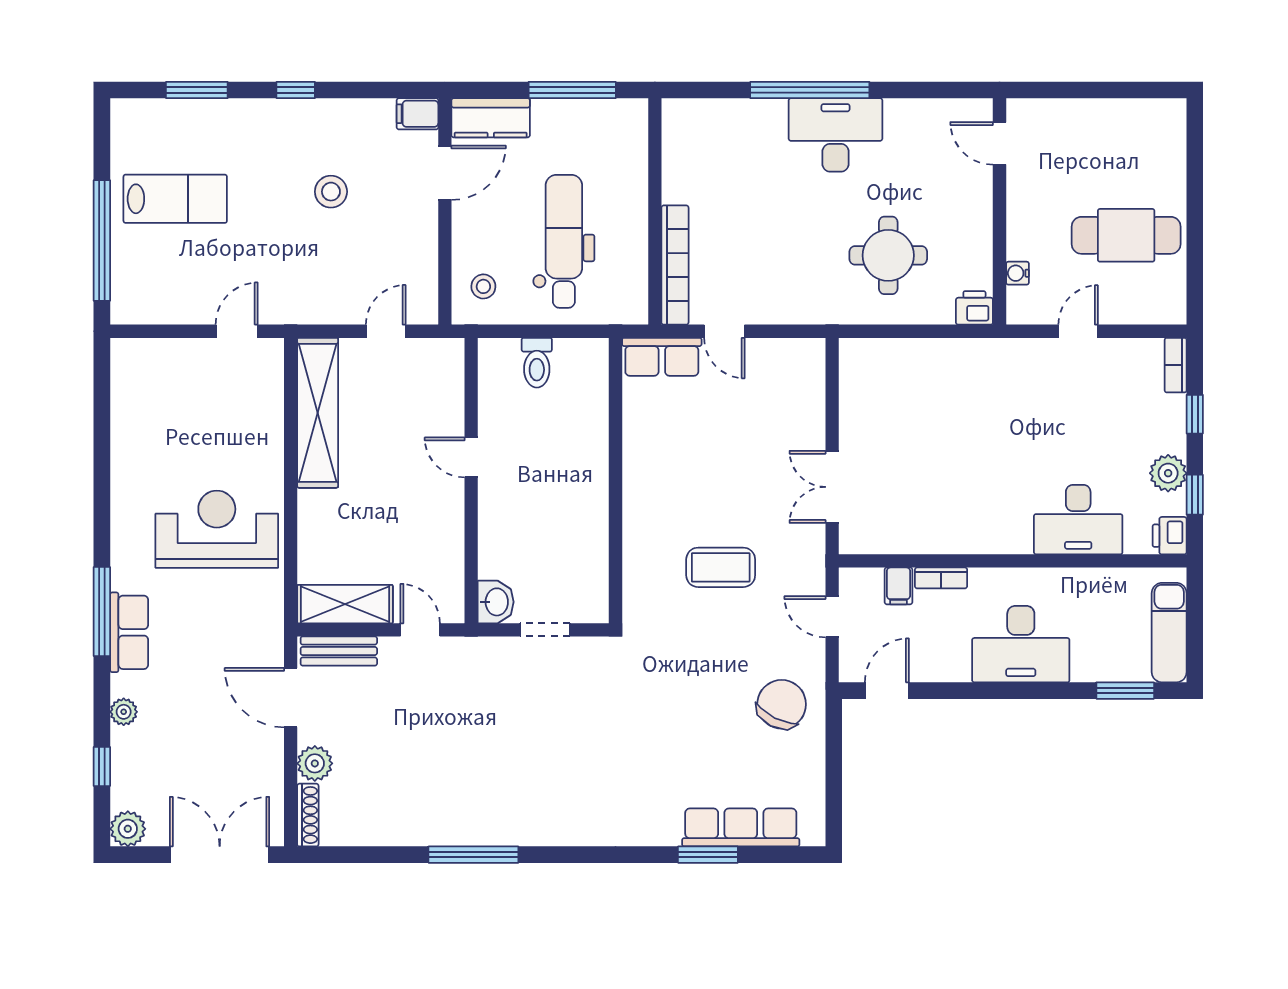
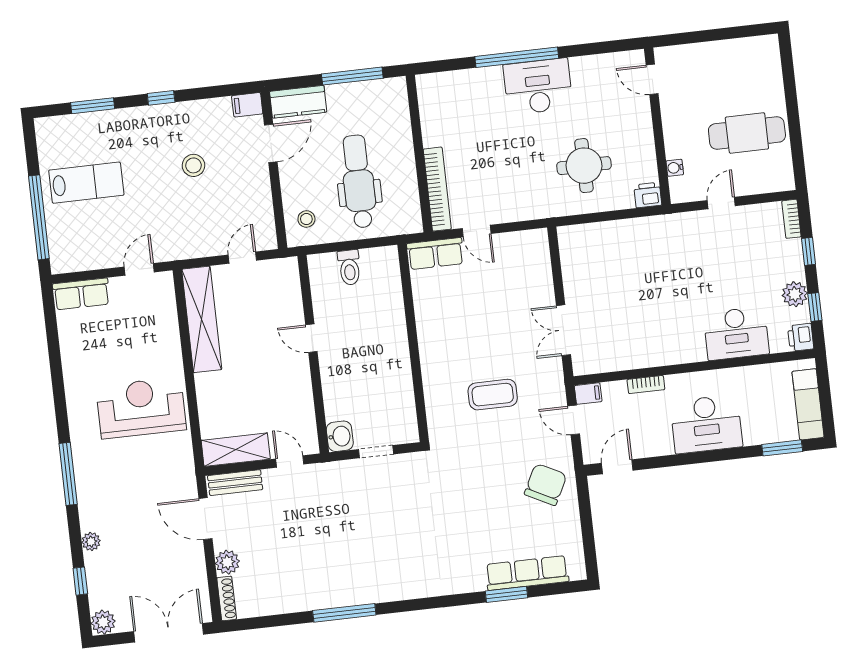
filing cabinet: (898, 586) -> (588, 394), moved, turned -90
row of seats: (129, 632) -> (81, 294), moved, turned 90

